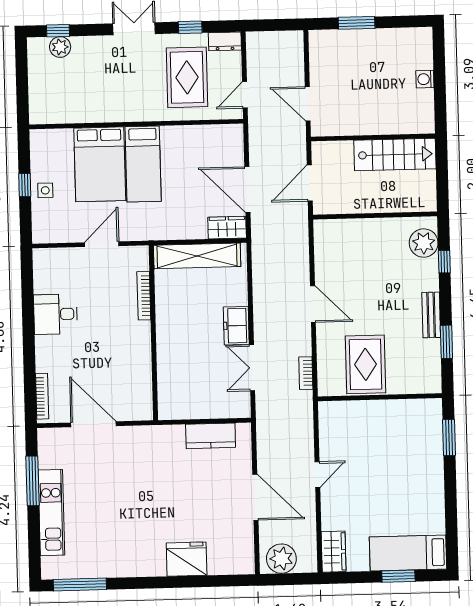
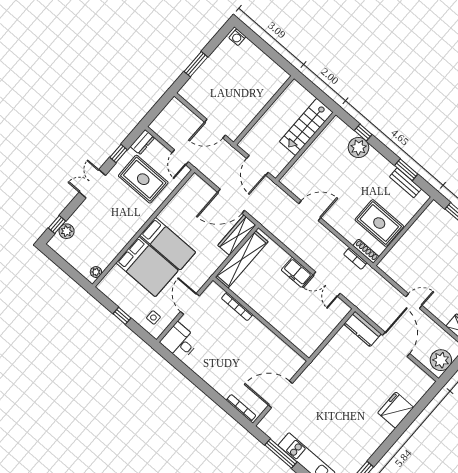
washing machine: (425, 79) -> (237, 37), moved
plant: (46, 116) -> (96, 272), added
stairs: (395, 155) -> (306, 127), moved, turned 180
side table: (45, 190) -> (153, 318), moved
wardrobe: (227, 228) -> (237, 235), width x1.50
plant: (424, 243) -> (359, 147), moved
door: (313, 304) -> (310, 211), moved
desk: (56, 314) -> (180, 342), moved, turned 90
bench: (431, 315) -> (405, 183), moved
shoe rack: (324, 377) -> (366, 251), added
kitchen counter: (211, 436) -> (362, 329), moved, turned 90
door: (317, 475) -> (414, 301), hinge flipped
door: (255, 497) -> (396, 344), hinge flipped

